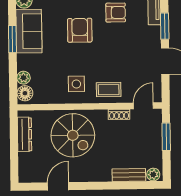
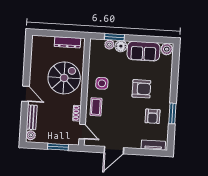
window: (165, 26) -> (140, 152), removed
window: (12, 39) -> (114, 37), moved
floor lamp: (25, 93) -> (121, 46), moved
spiral stairs: (73, 135) -> (64, 78), turned 180
door: (58, 186) -> (25, 94), moved

